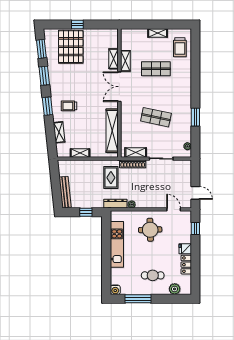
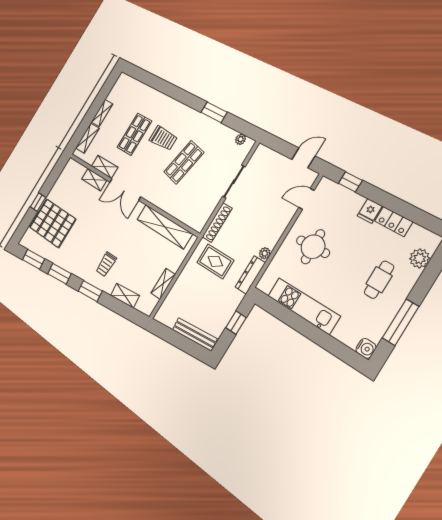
trolley: (180, 47) -> (163, 138), moved
shelving: (136, 153) -> (87, 138), moved

